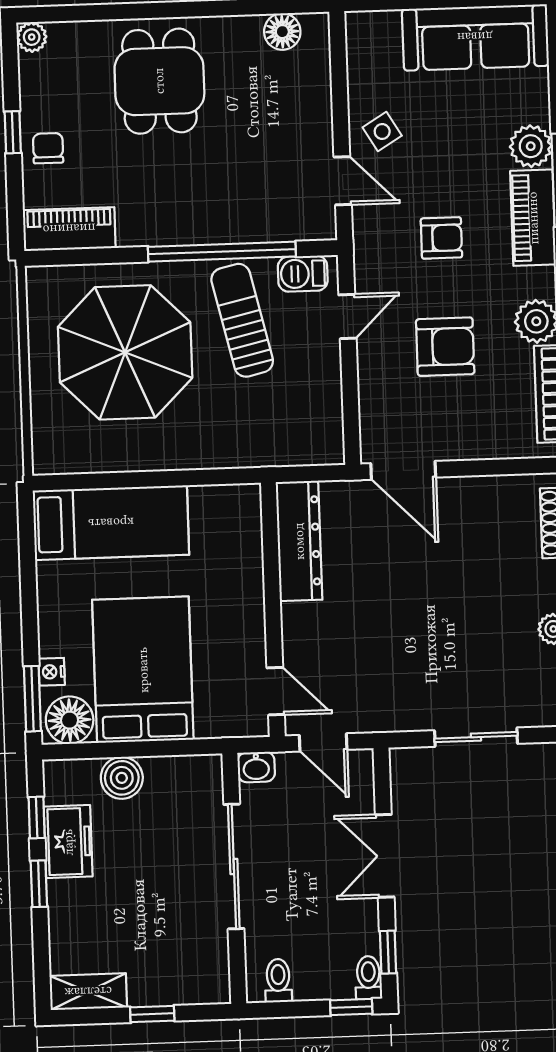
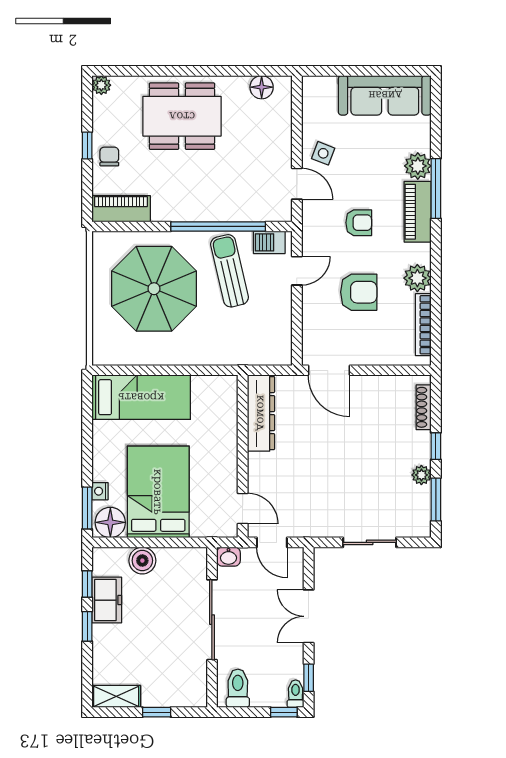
dining table: (159, 81) -> (182, 116), width x1.38
side table: (382, 131) -> (323, 153), turned -38
toilet: (278, 981) -> (238, 688), width x1.37, depth x1.39

